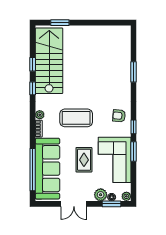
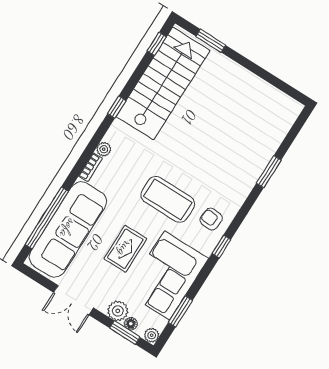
window: (33, 64) -> (157, 44), moved
coffee table: (76, 118) -> (168, 199), moved
window: (134, 151) -> (180, 311), moved

